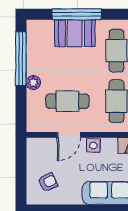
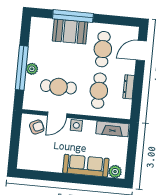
window: (21, 59) -> (22, 68), moved
armchair: (48, 182) -> (37, 127), moved

